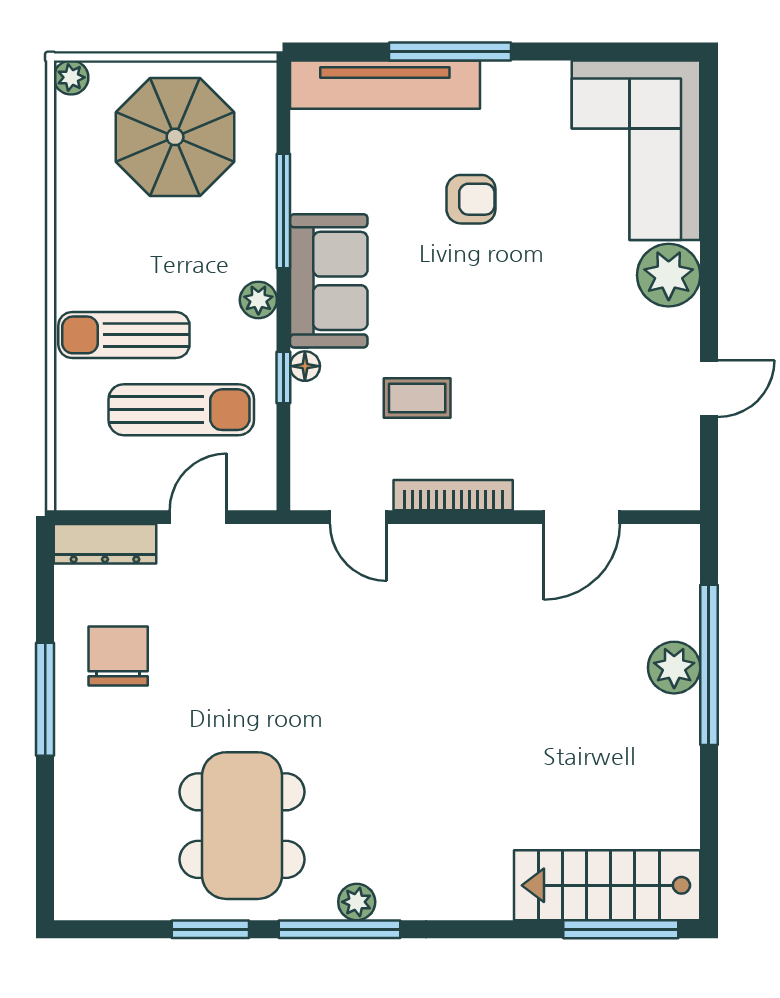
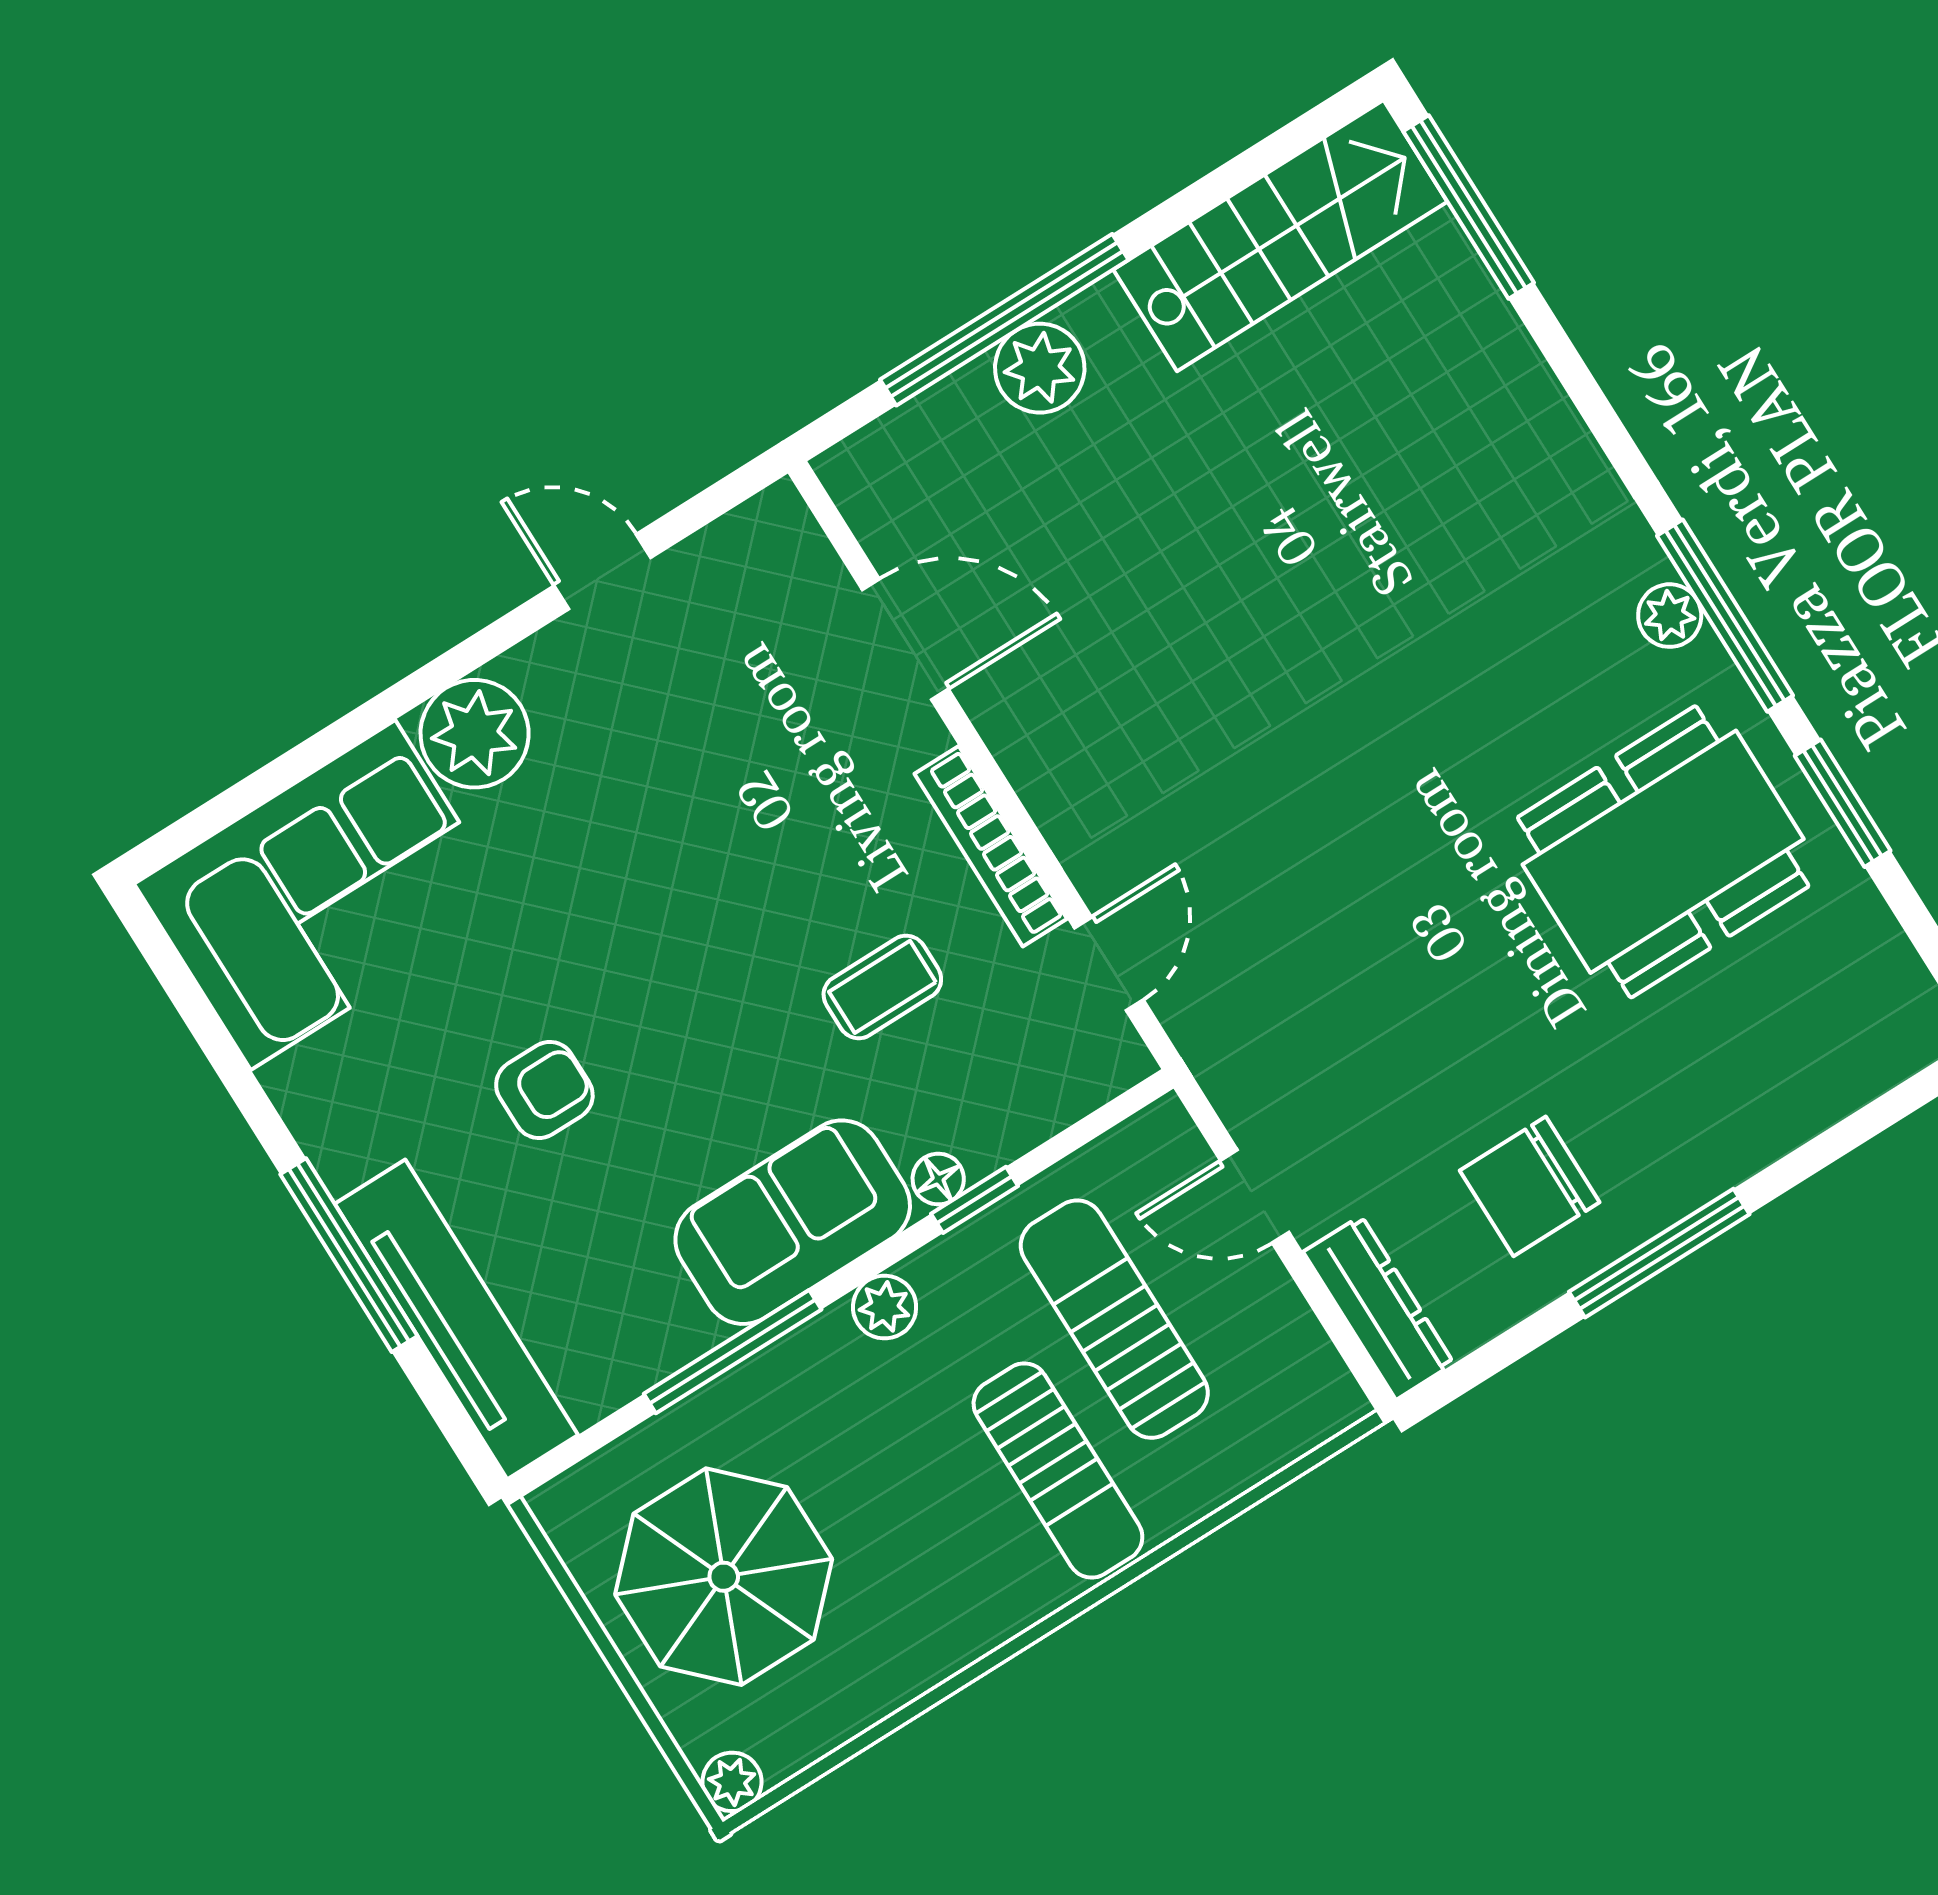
armchair: (471, 199) -> (544, 1090), turned 90
coffee table: (417, 398) -> (882, 987), turned 90
stairs: (607, 885) -> (1280, 236), moved, turned -90

